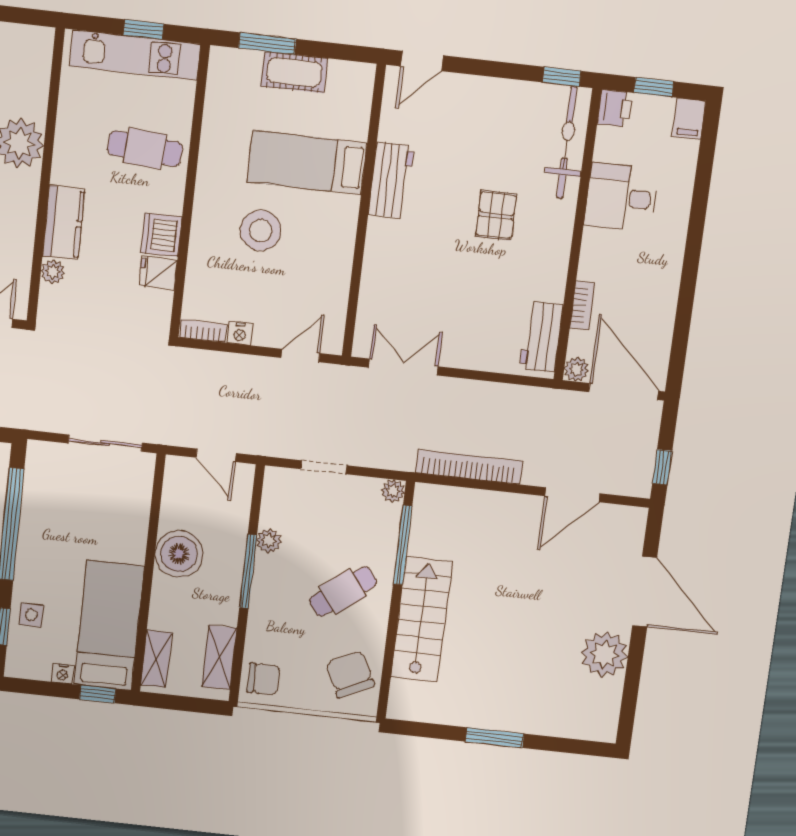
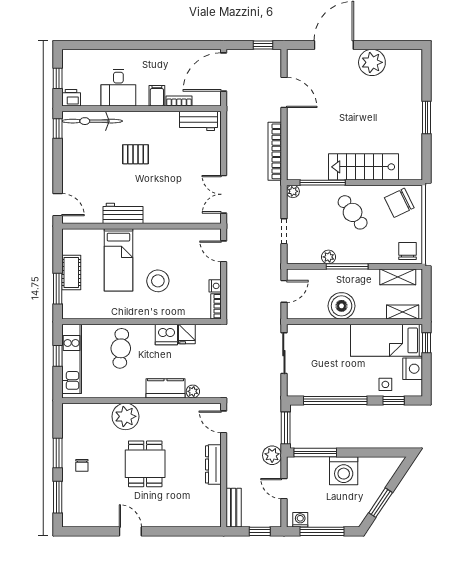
filing cabinet: (689, 119) -> (157, 96), moved, turned -90
plant: (576, 369) -> (214, 99), removed
nightstand: (63, 674) -> (413, 369), width x1.89, depth x1.79

